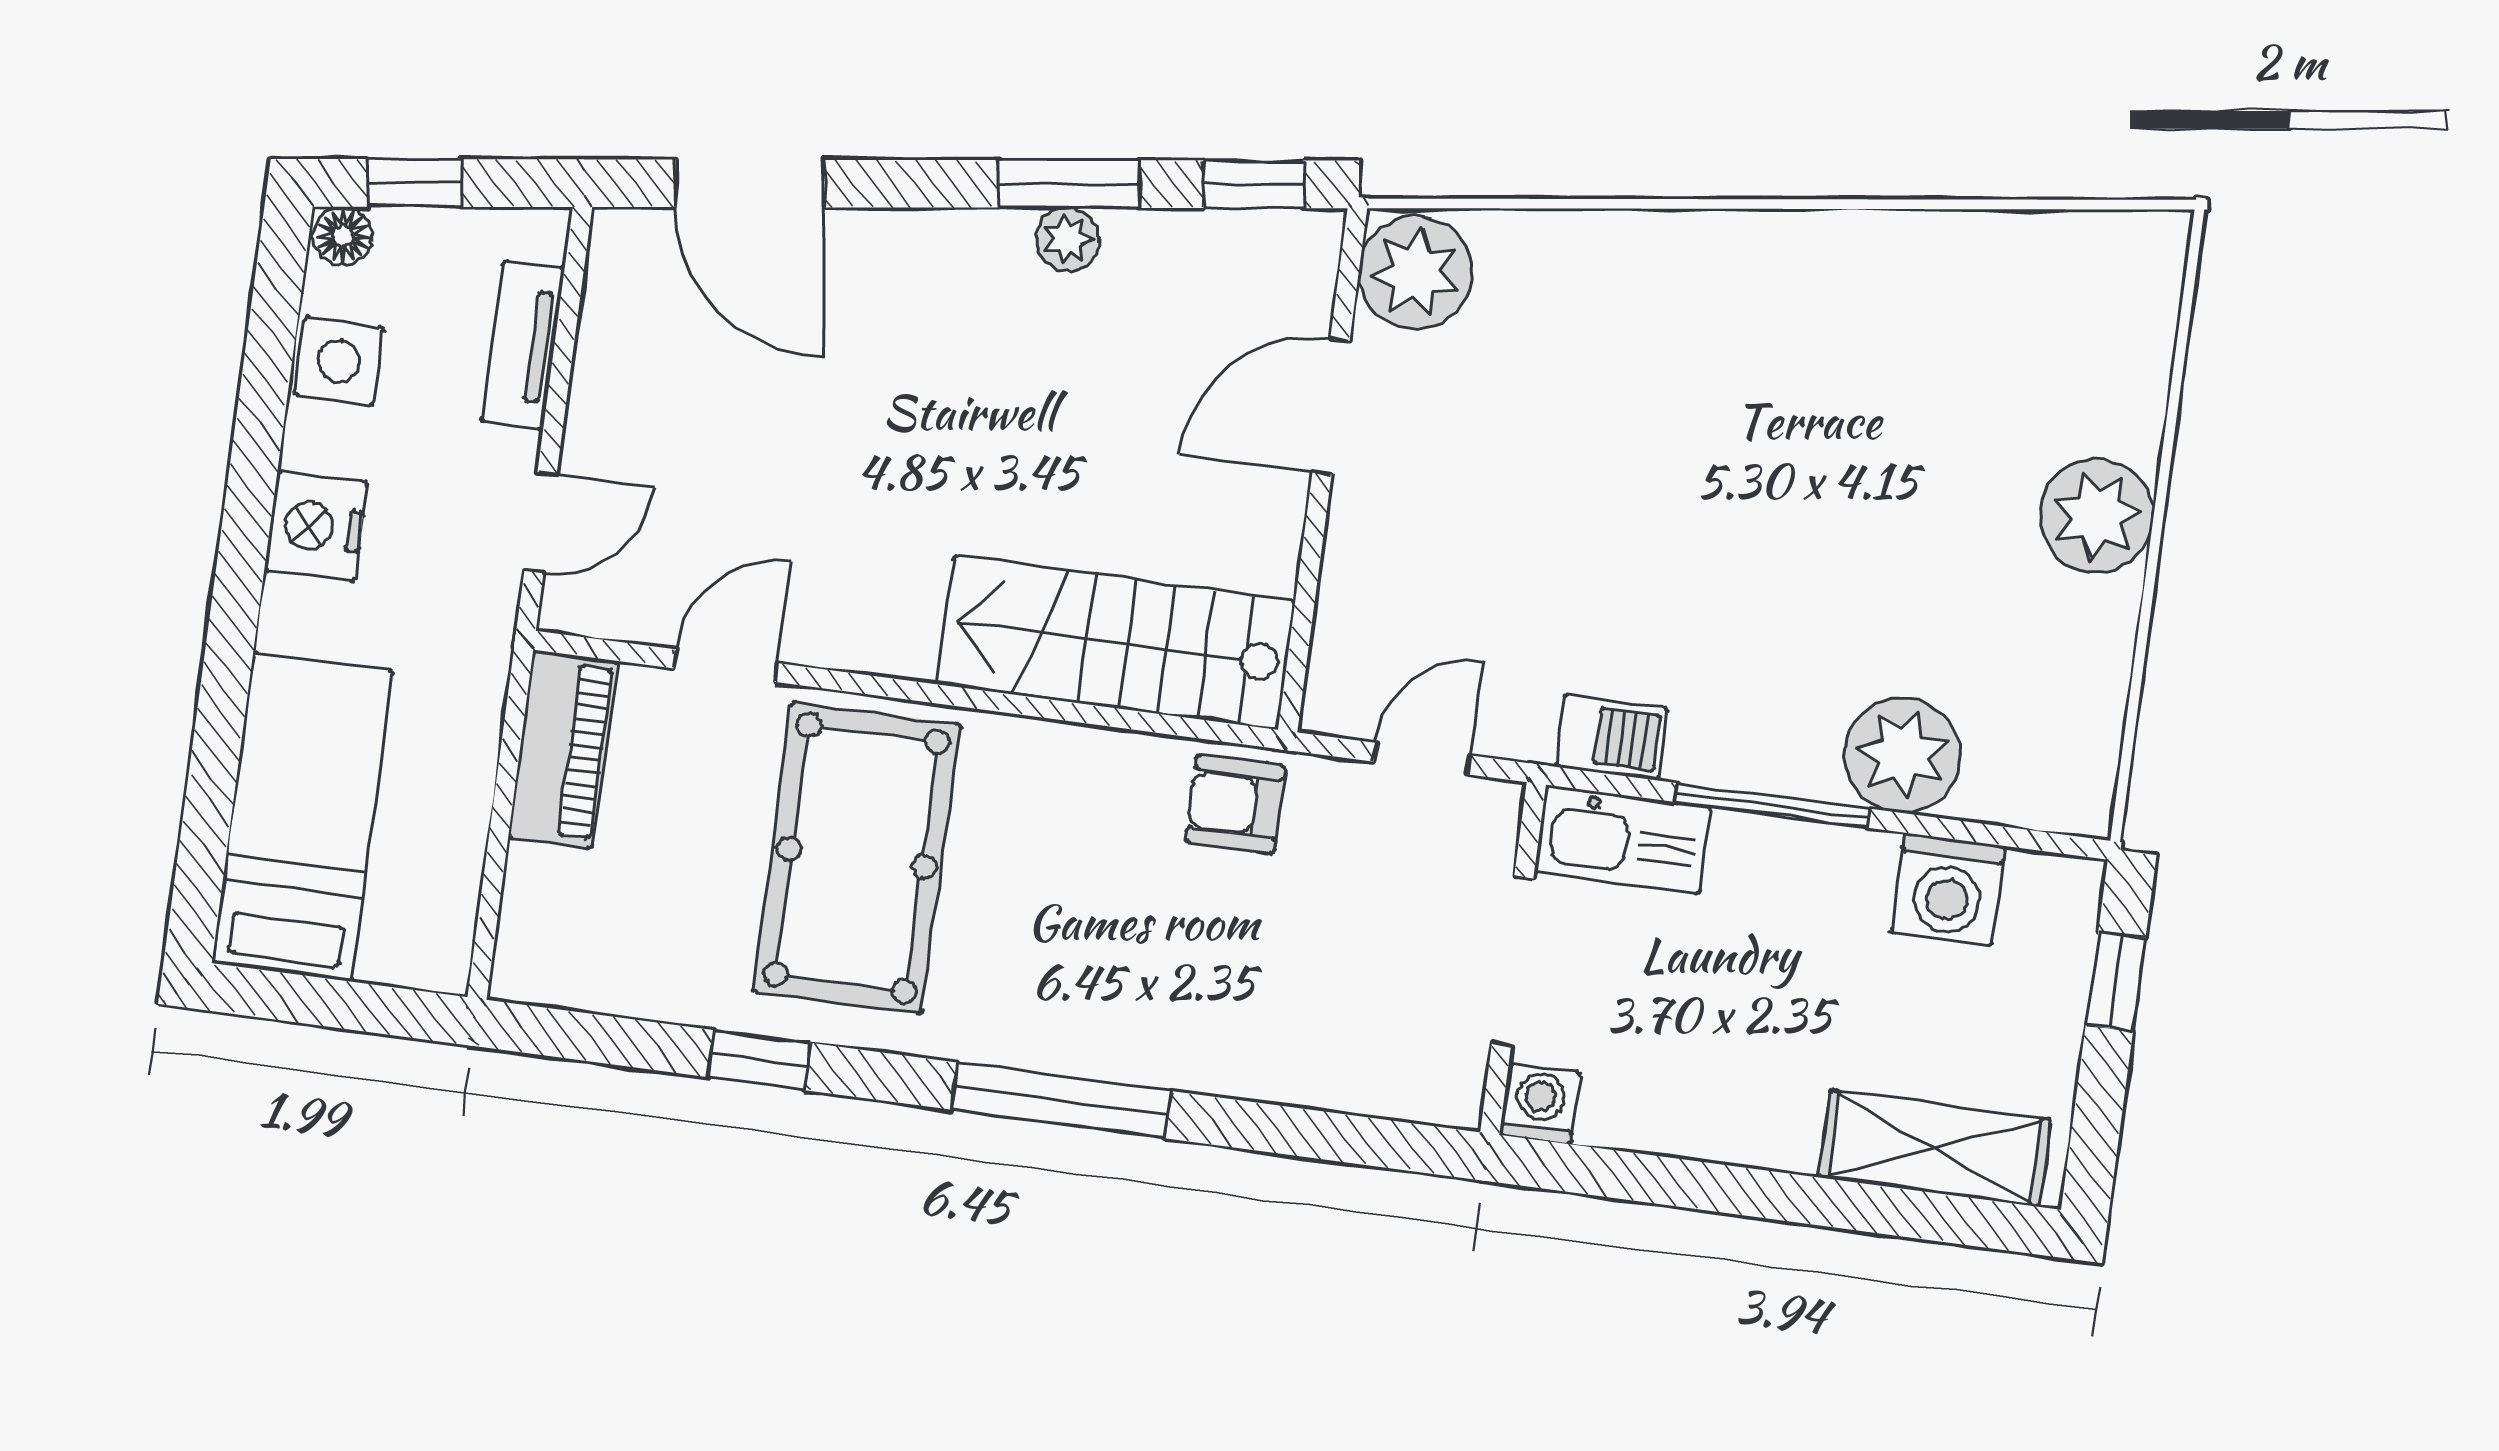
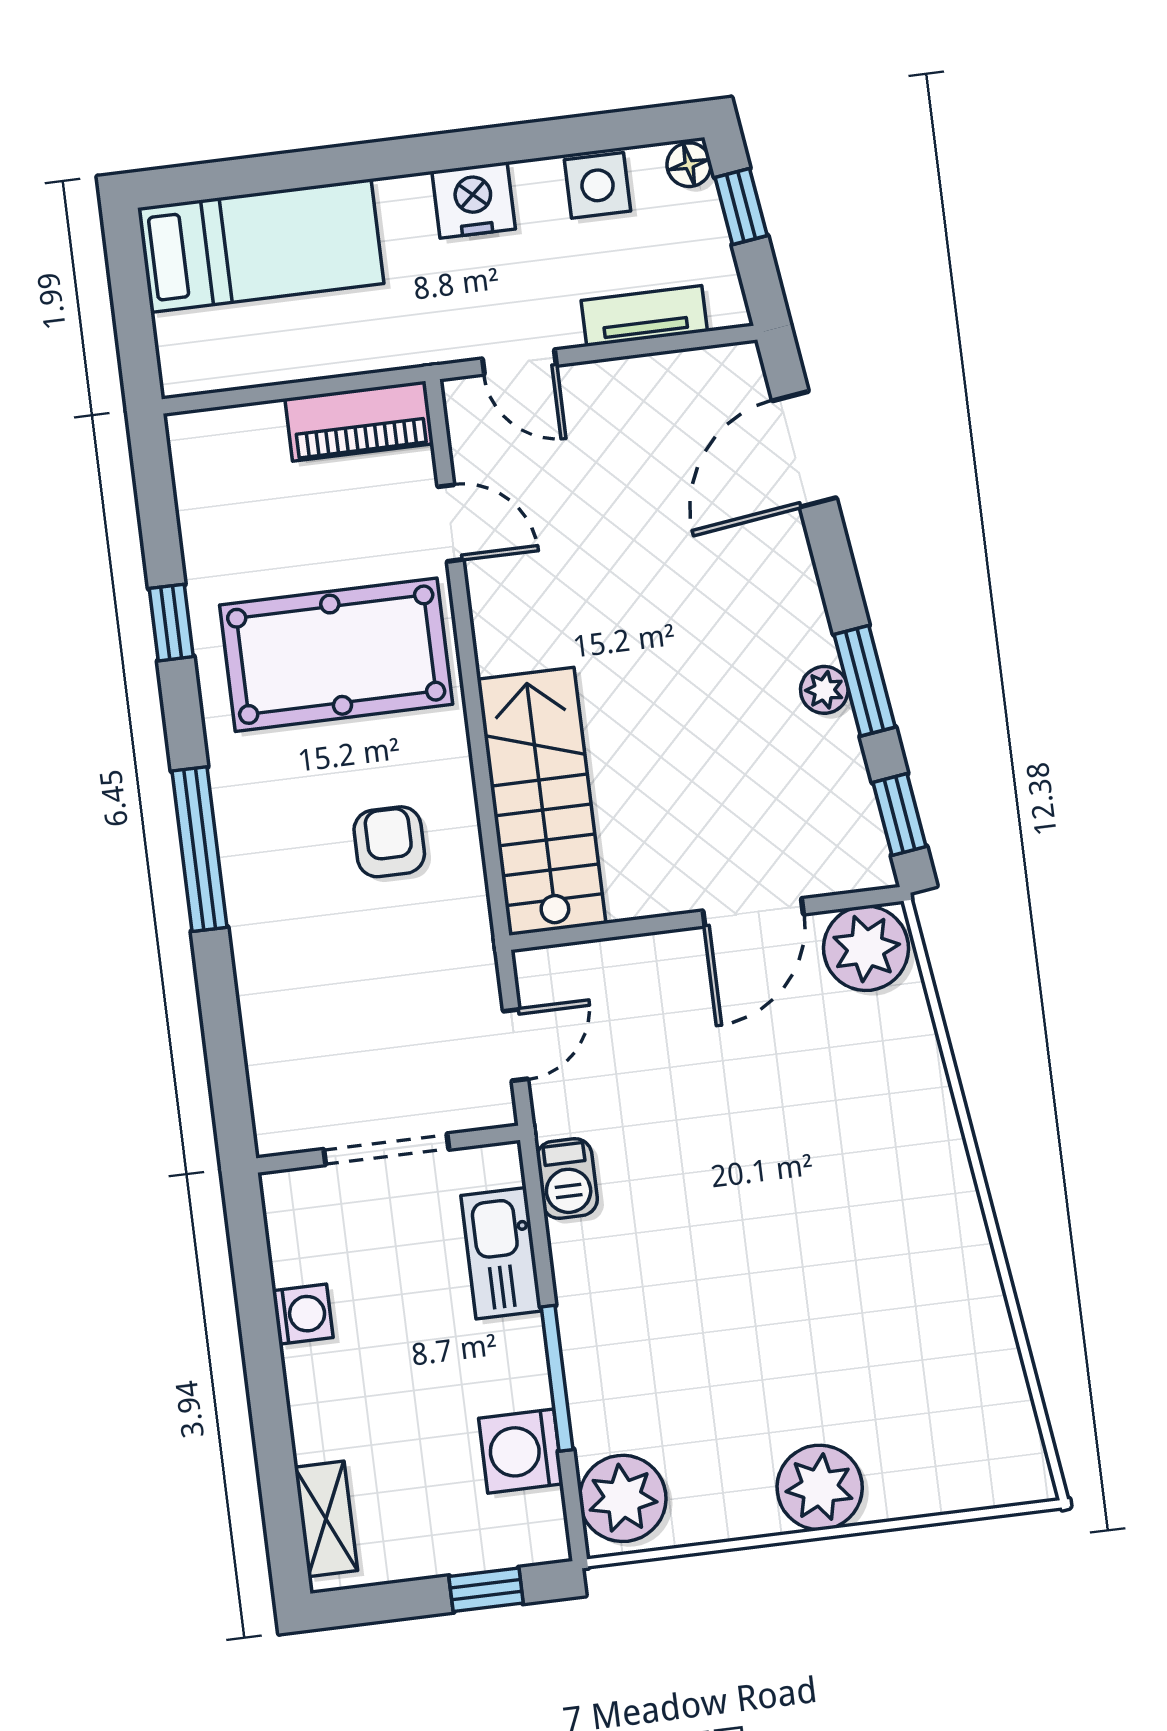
door: (1331, 407) -> (753, 912), swing flipped
plant: (1903, 755) -> (623, 1498), moved
door: (1422, 759) -> (516, 1045), hinge flipped
armchair: (1235, 804) -> (389, 842), moved
window: (1772, 805) -> (557, 1378), moved
kitchen sink: (1623, 839) -> (501, 1253), moved
washing machine: (1540, 1104) -> (303, 1314), moved
shelving: (1935, 1148) -> (326, 1519), width x0.67, depth x0.75

